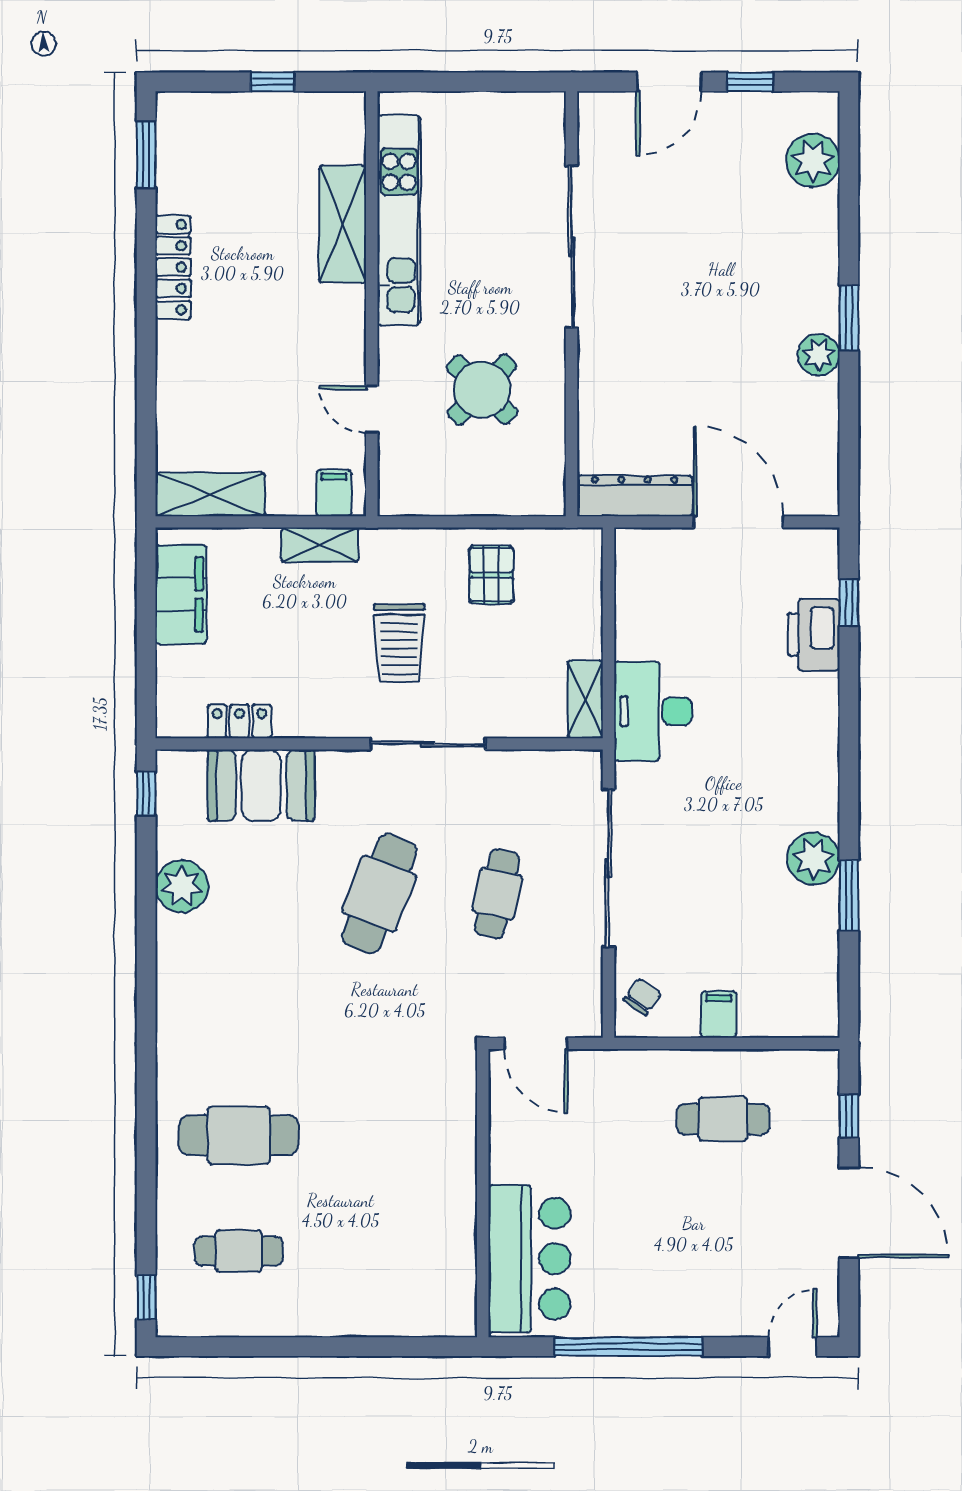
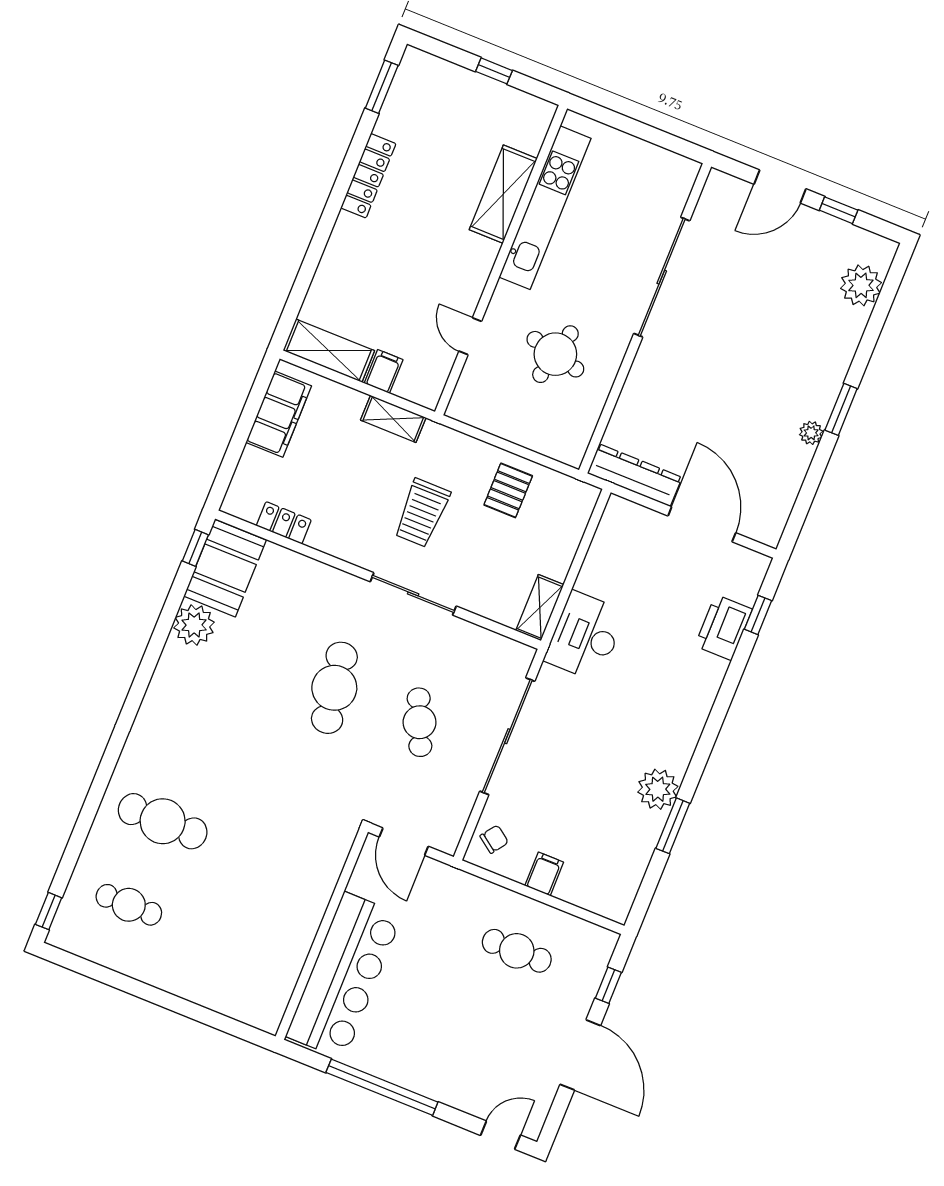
plant: (819, 355) -> (811, 433), width x0.73, depth x0.73
round table: (482, 390) -> (555, 354), turned -30
filing cabinet: (334, 493) -> (384, 371), moved
booth: (261, 785) -> (225, 568), moved, turned 90
cafe table: (379, 894) -> (334, 688), turned -30
cafe table: (497, 894) -> (420, 722), turned -36
bar counter: (529, 1259) -> (344, 976), width x1.36

